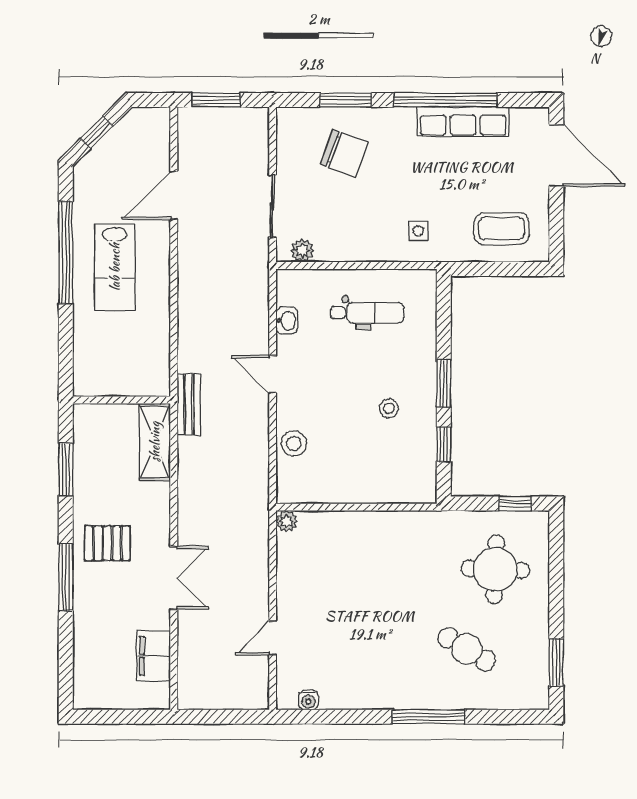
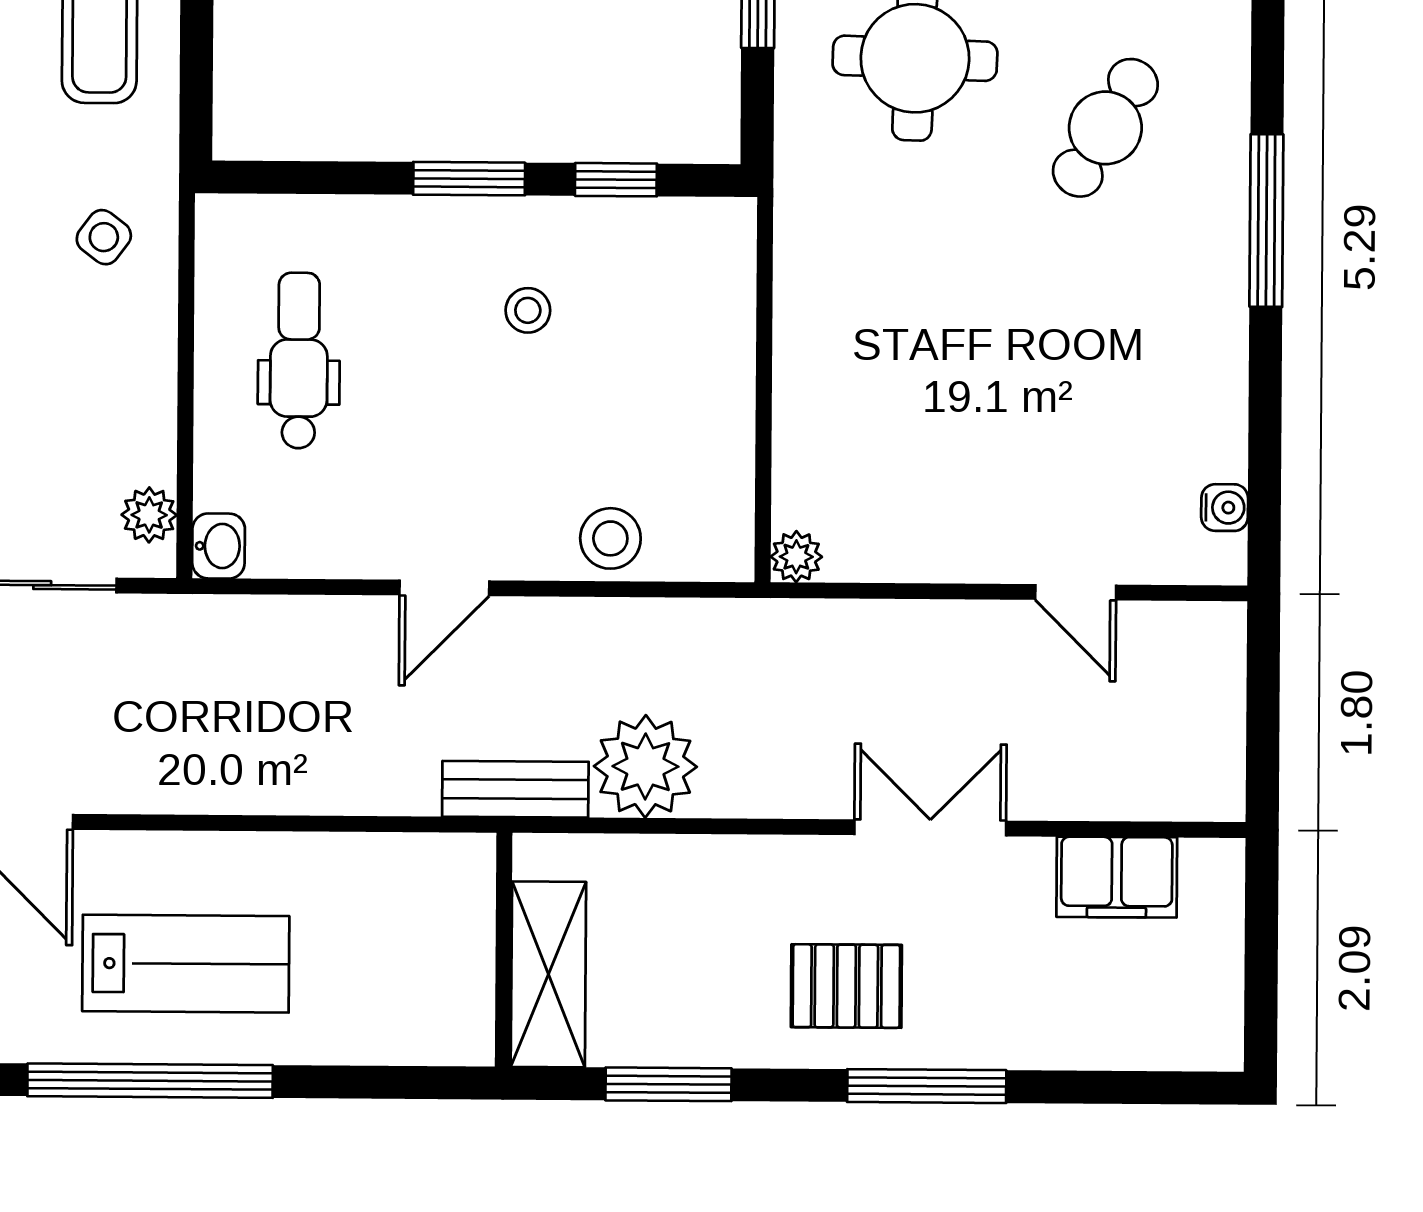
side table: (418, 231) -> (104, 237), turned 37
washbasin: (287, 321) -> (219, 546), moved, turned 90
shelving: (155, 442) -> (548, 974), moved, turned 90
plant: (199, 459) -> (645, 766), added
pallet: (107, 543) -> (846, 986), turned 90

